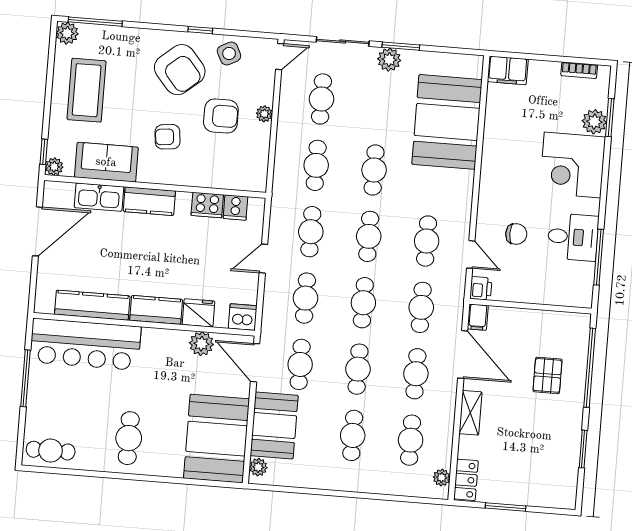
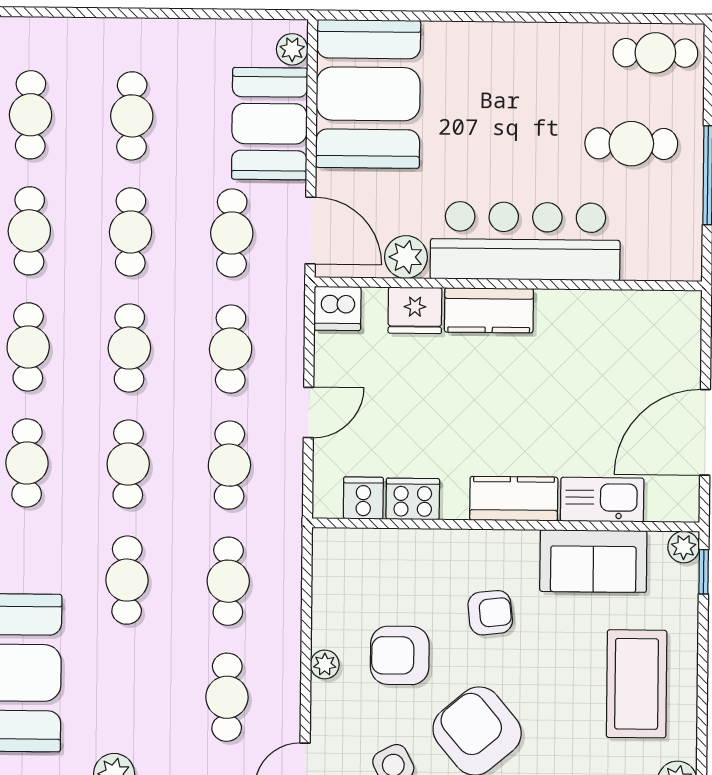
kitchen counter: (92, 305) -> (601, 311), removed
bar counter: (85, 344) -> (525, 241), moved
cafe table: (129, 438) -> (631, 144), moved, turned 90

